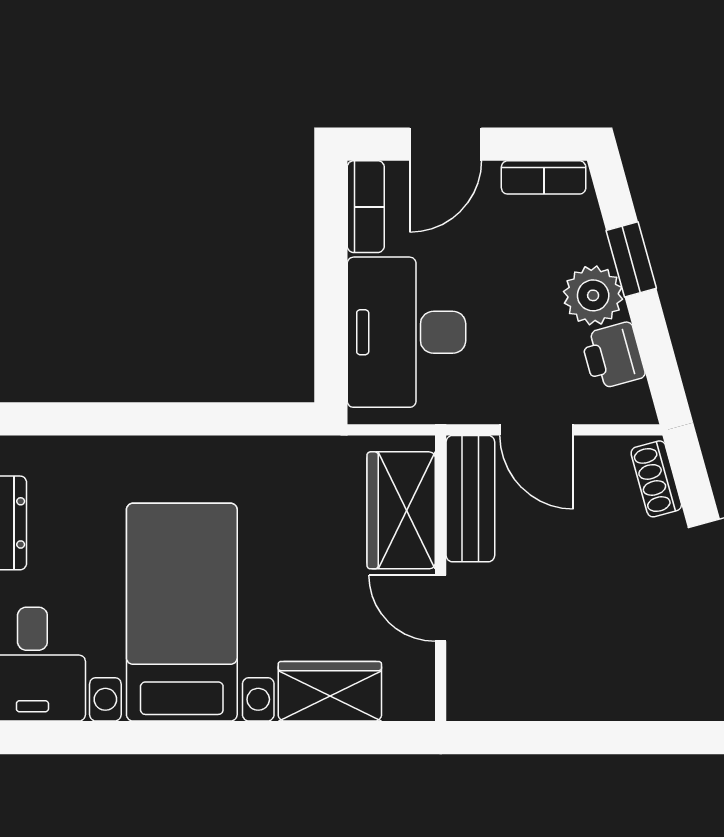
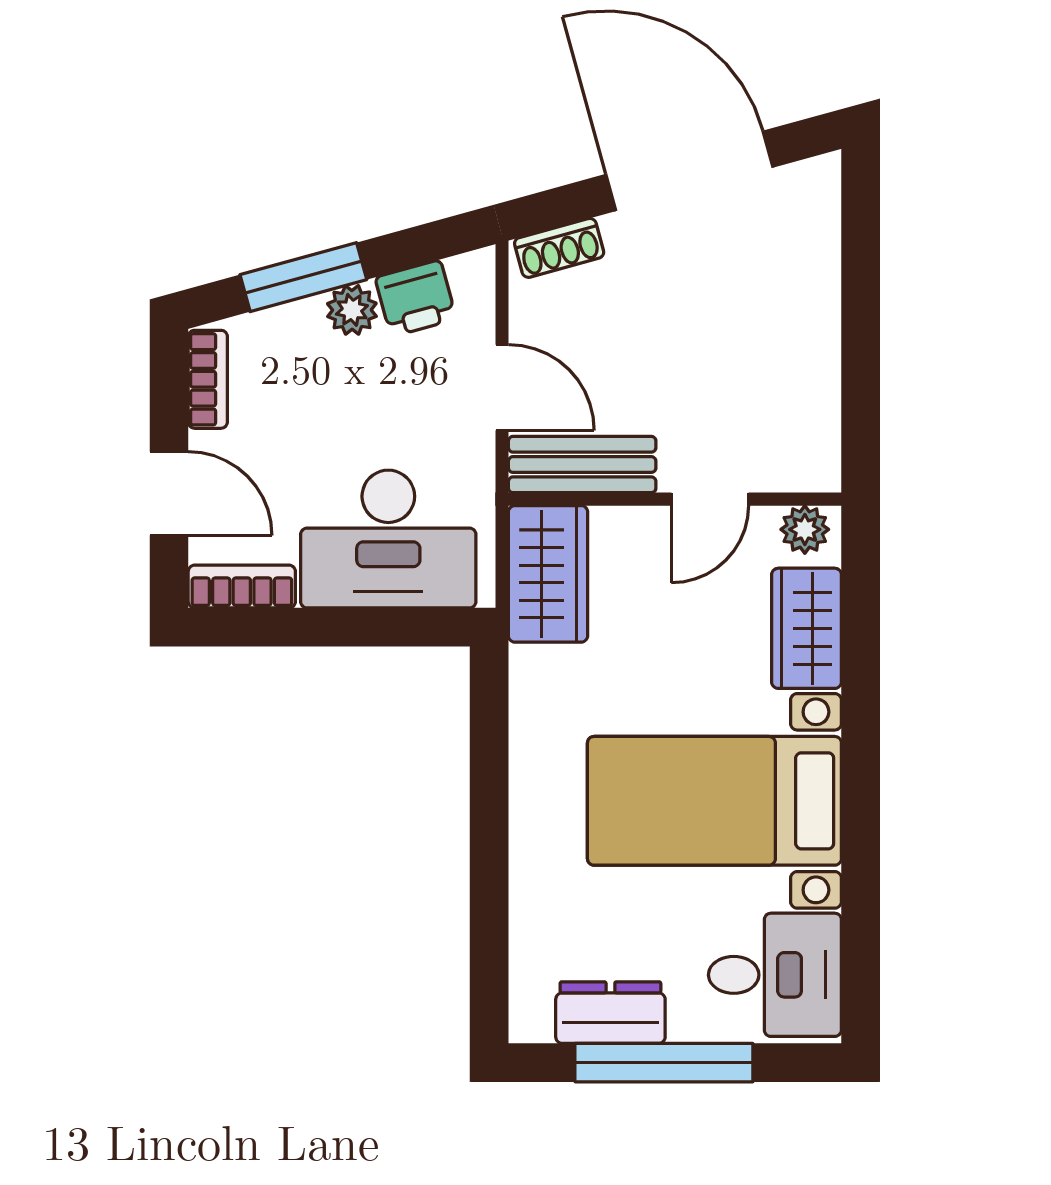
window: (631, 259) -> (303, 277), width x1.50
plant: (593, 295) -> (352, 310), width x0.73, depth x0.73
door: (537, 430) -> (502, 387), hinge flipped
wardrobe: (401, 510) -> (548, 574), moved, turned -90
plant: (415, 690) -> (805, 529), added

